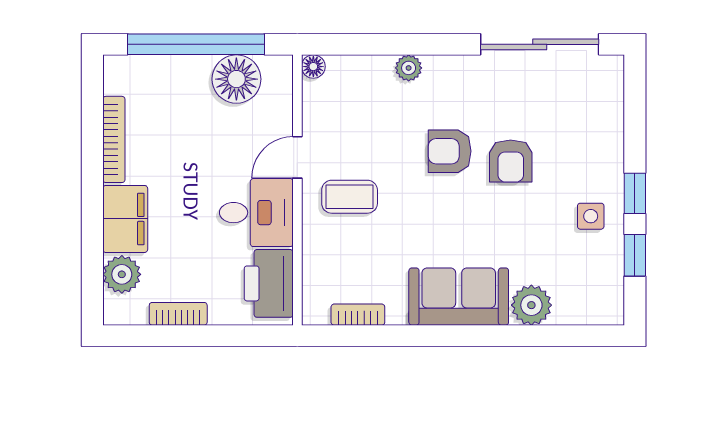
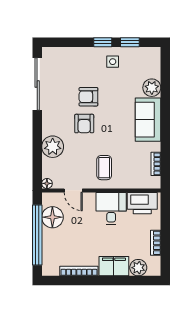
plant: (409, 68) -> (53, 147), width x1.87, depth x1.87
door: (297, 157) -> (73, 190), moved
armchair: (511, 161) -> (88, 97), turned 180

